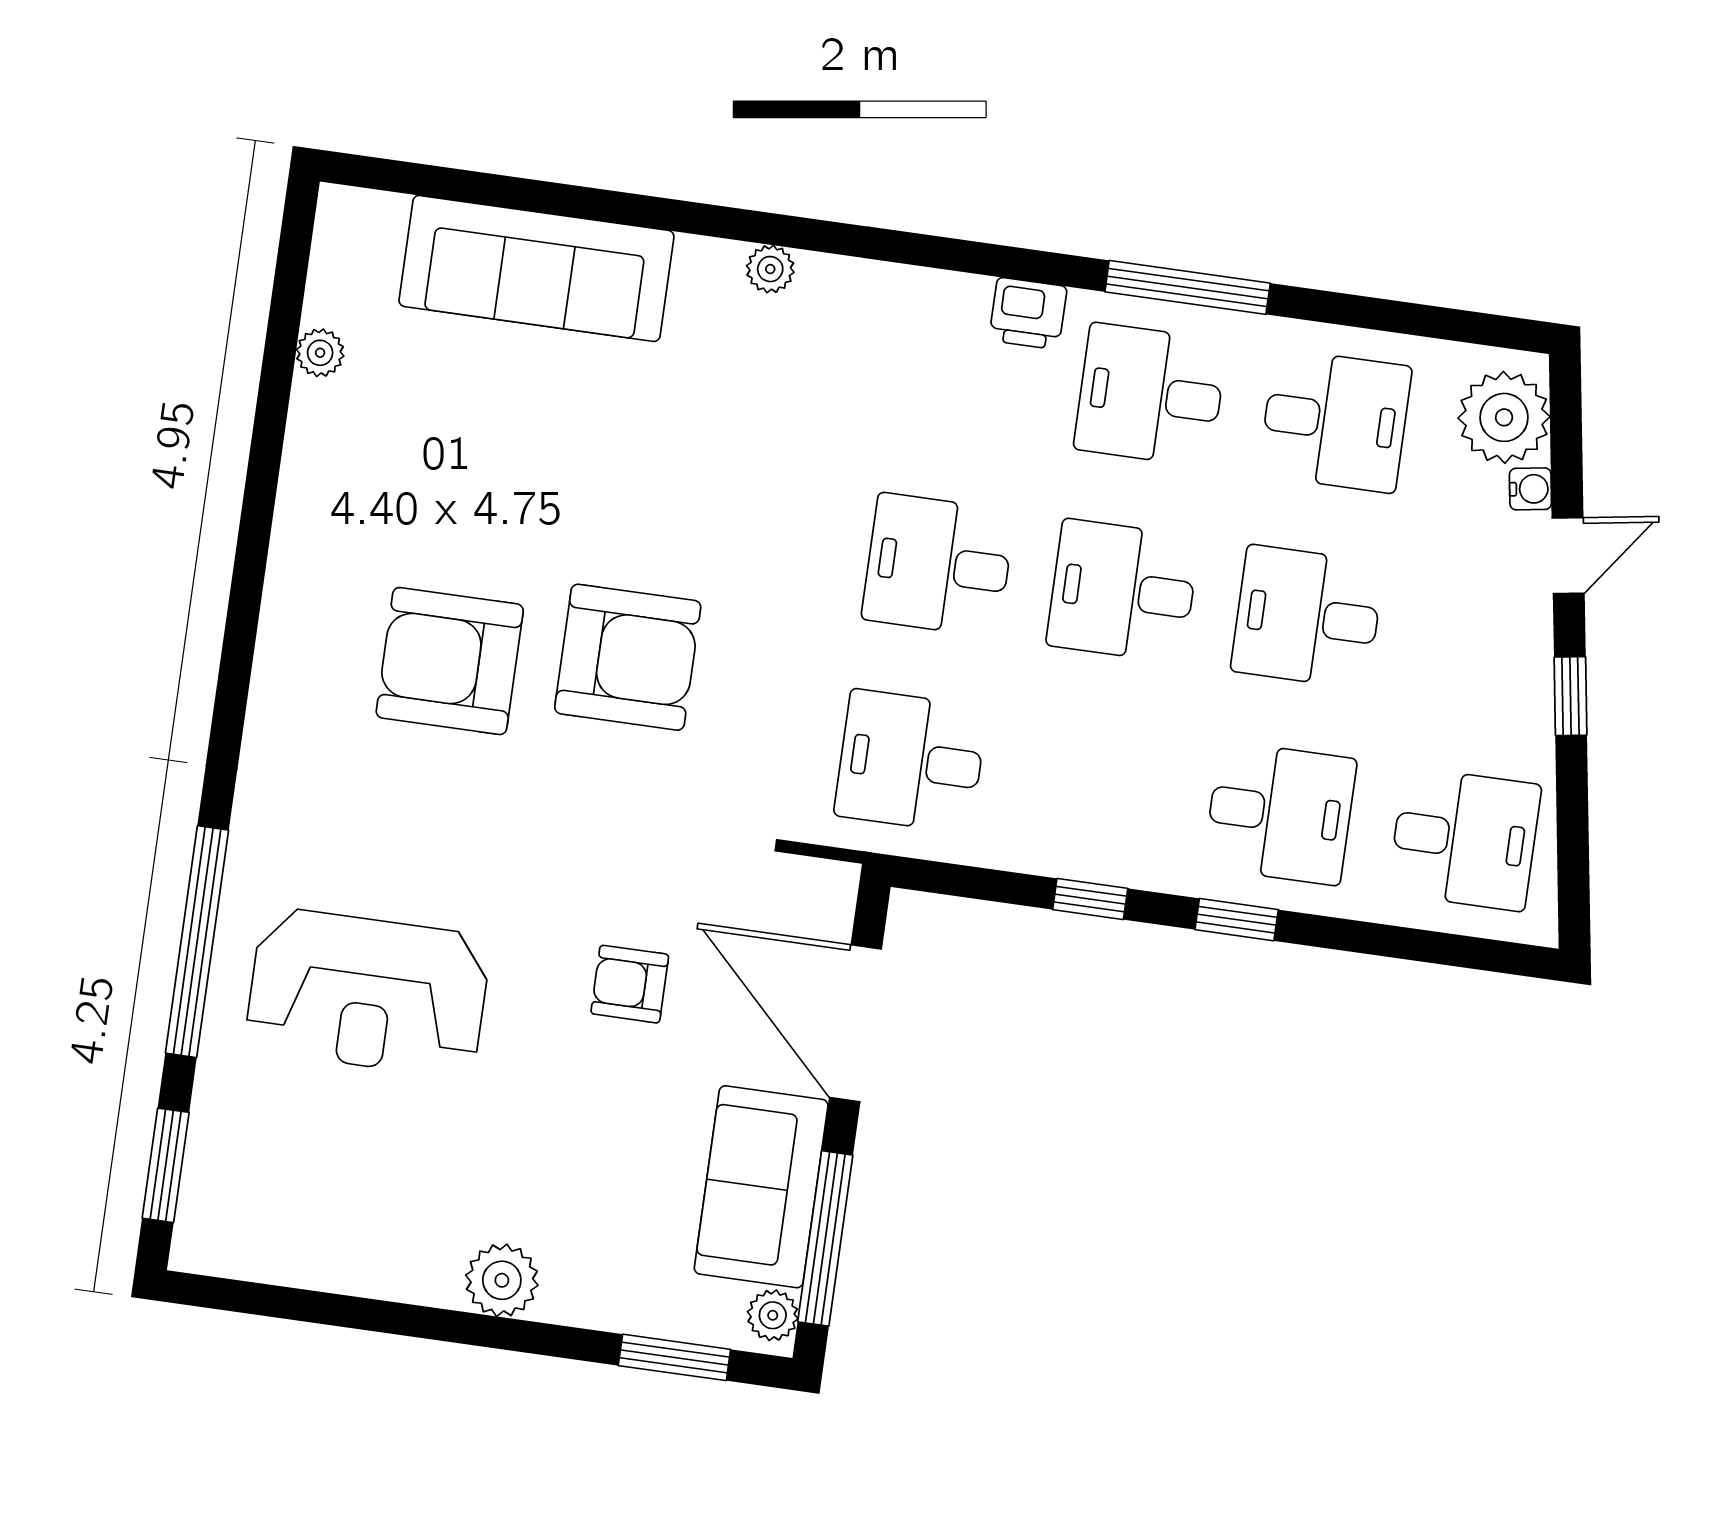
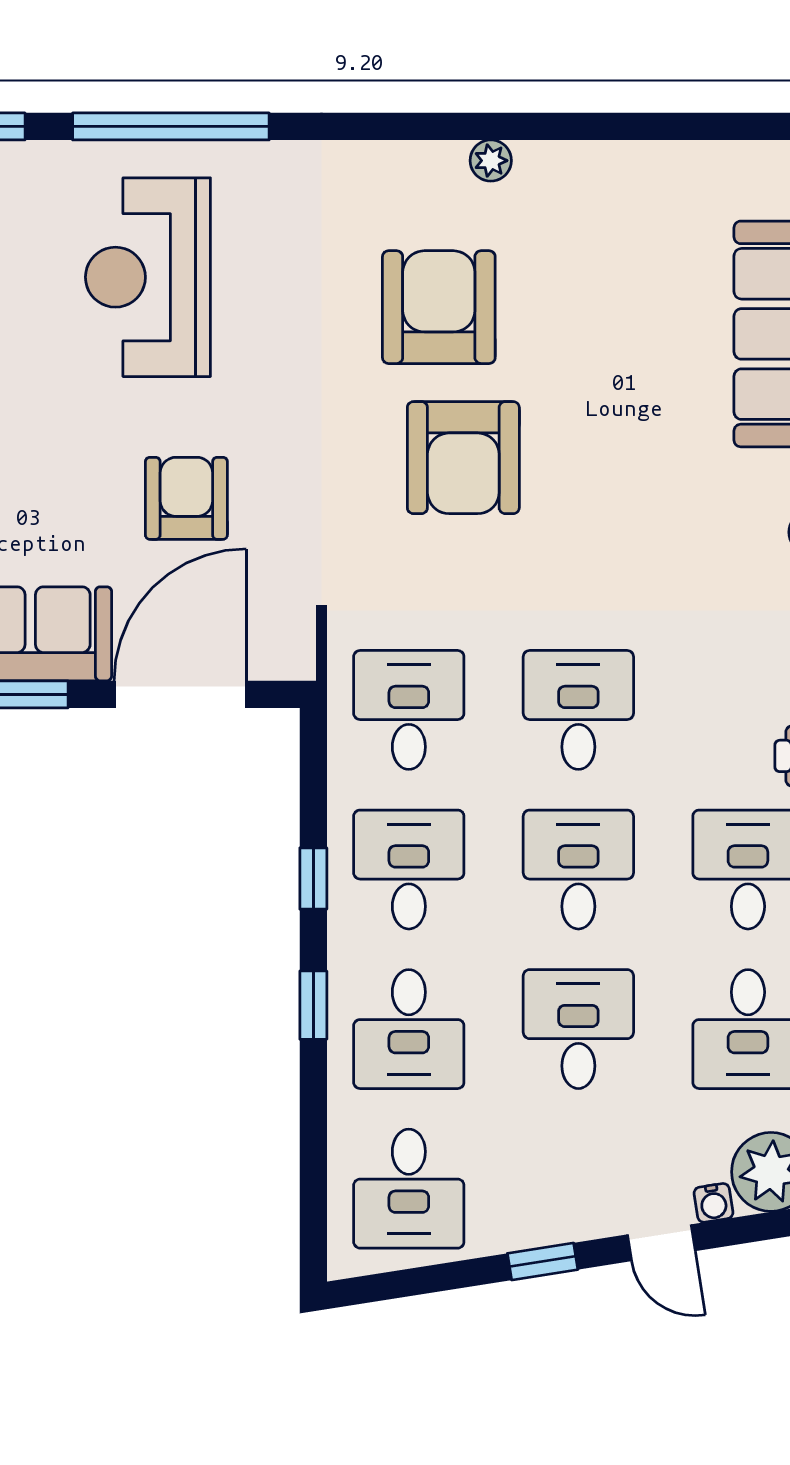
plant: (320, 353) -> (491, 161), moved
desk: (1095, 787) -> (409, 870), added
armchair: (630, 984) -> (186, 498), width x1.38, depth x1.38

